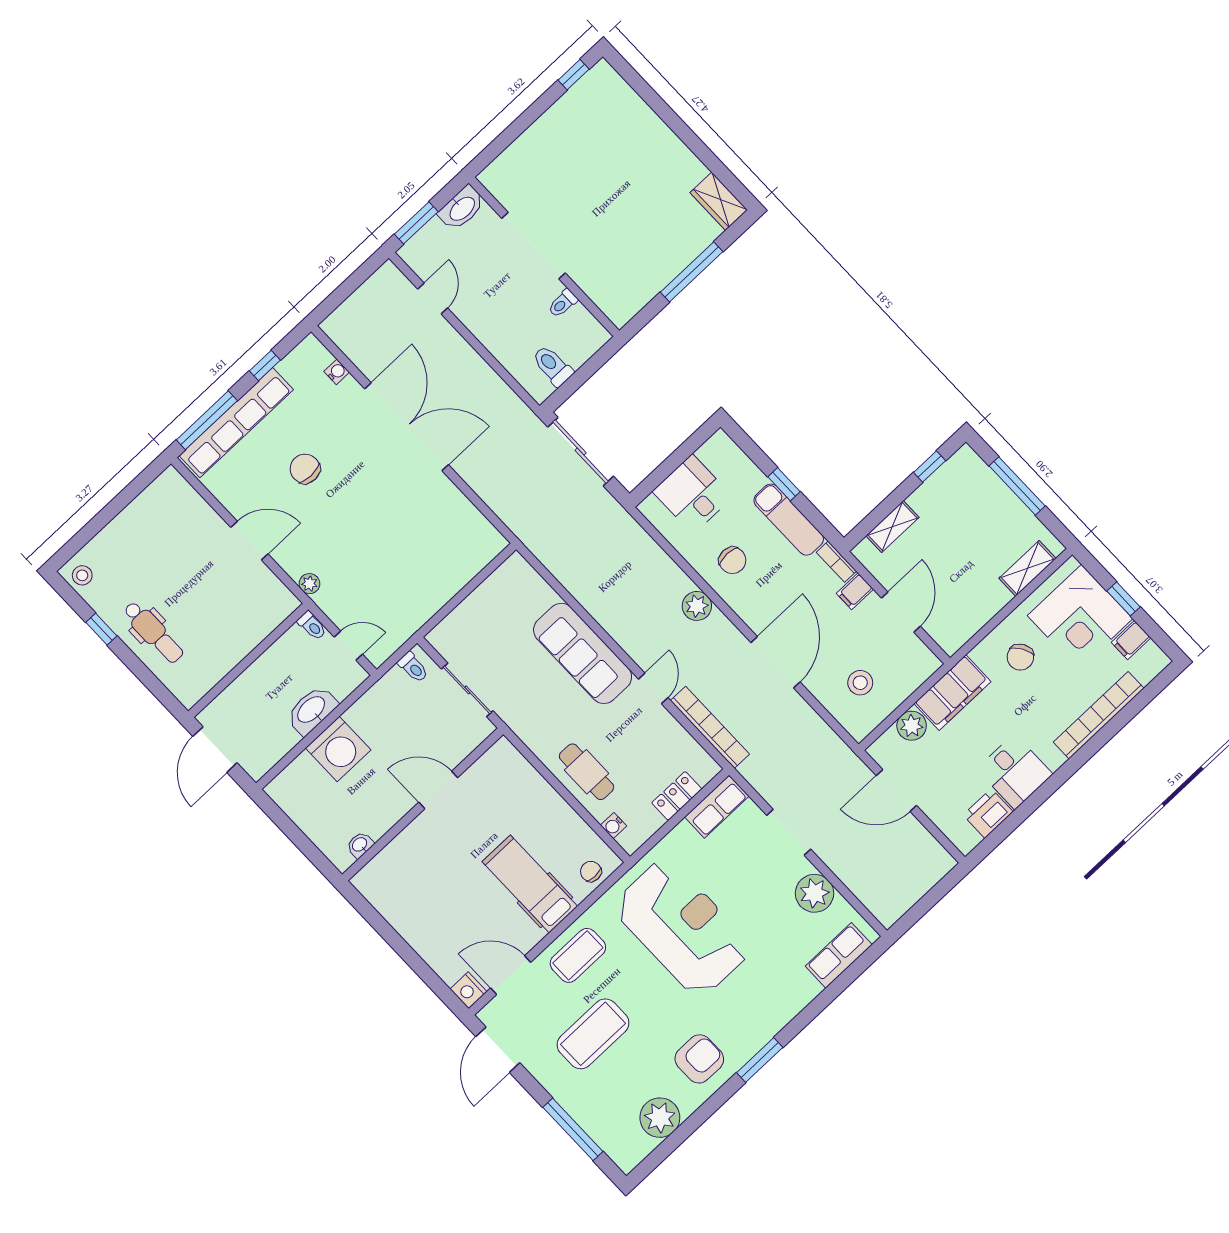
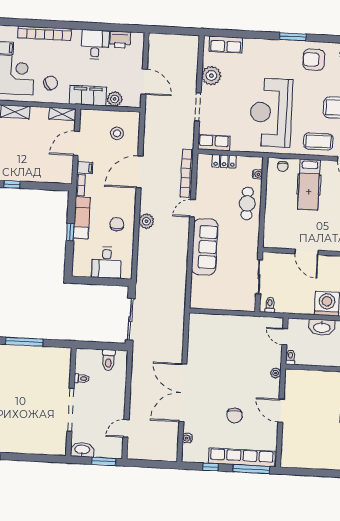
shelving: (892, 527) -> (63, 114), moved

